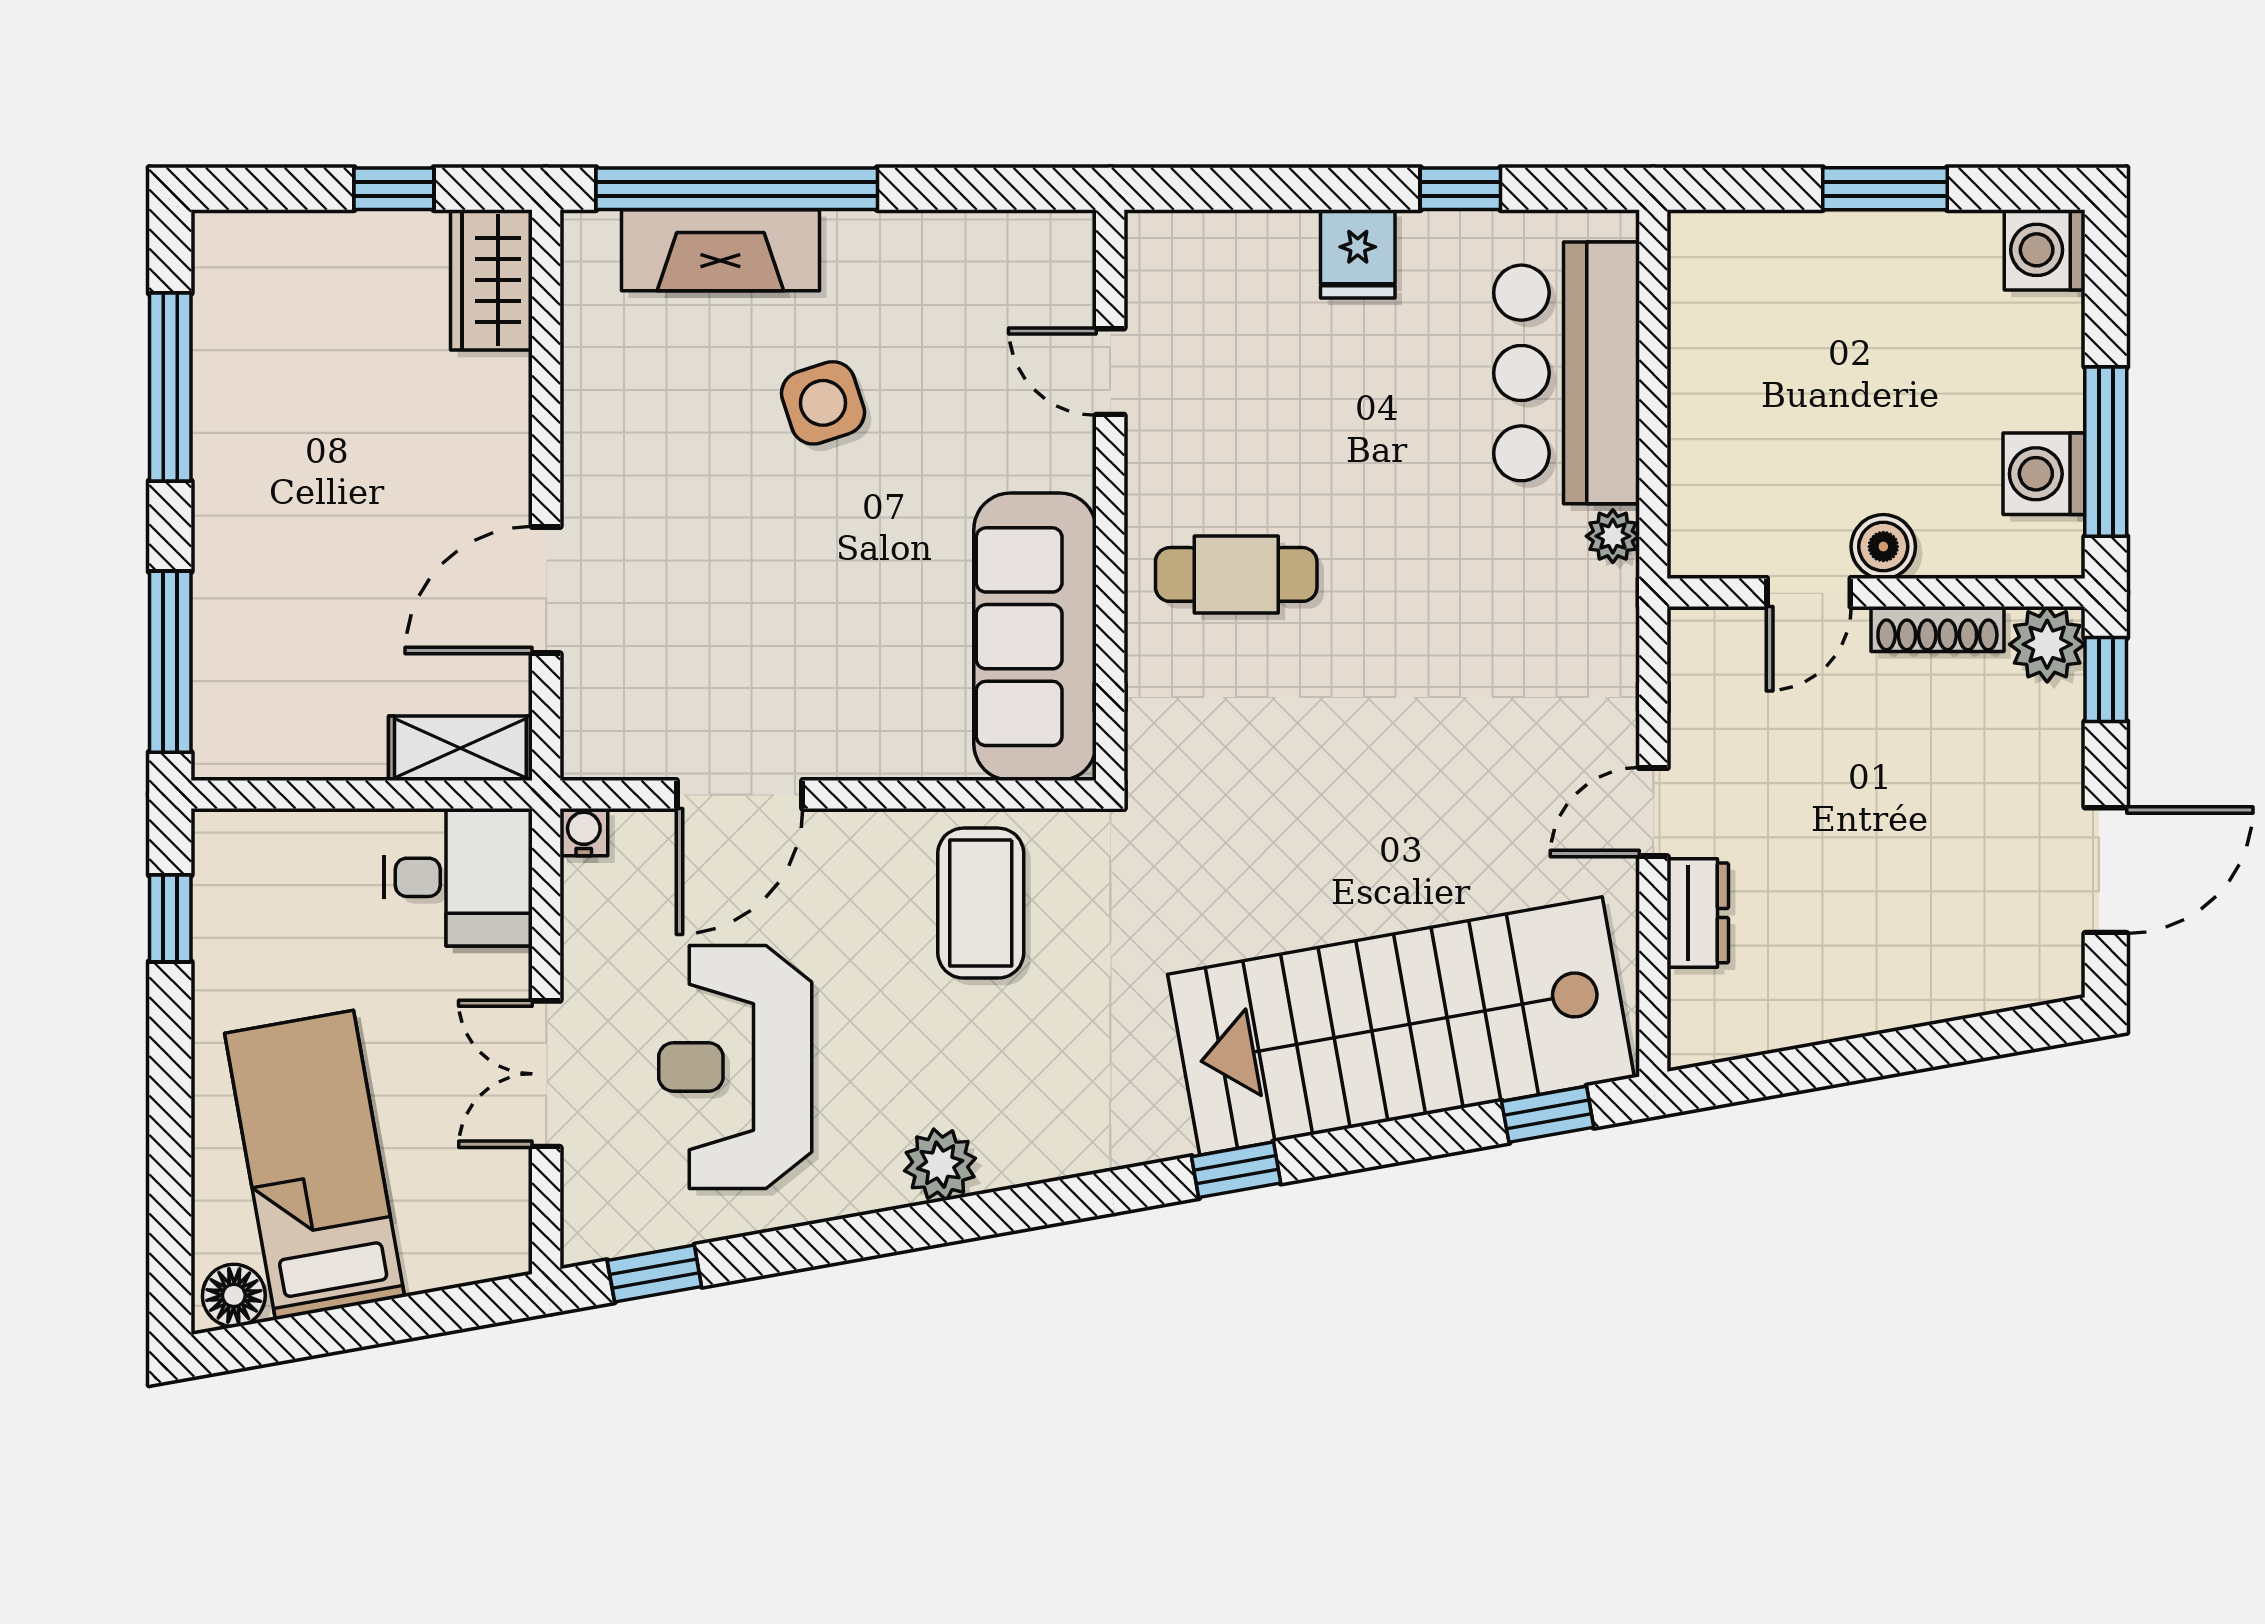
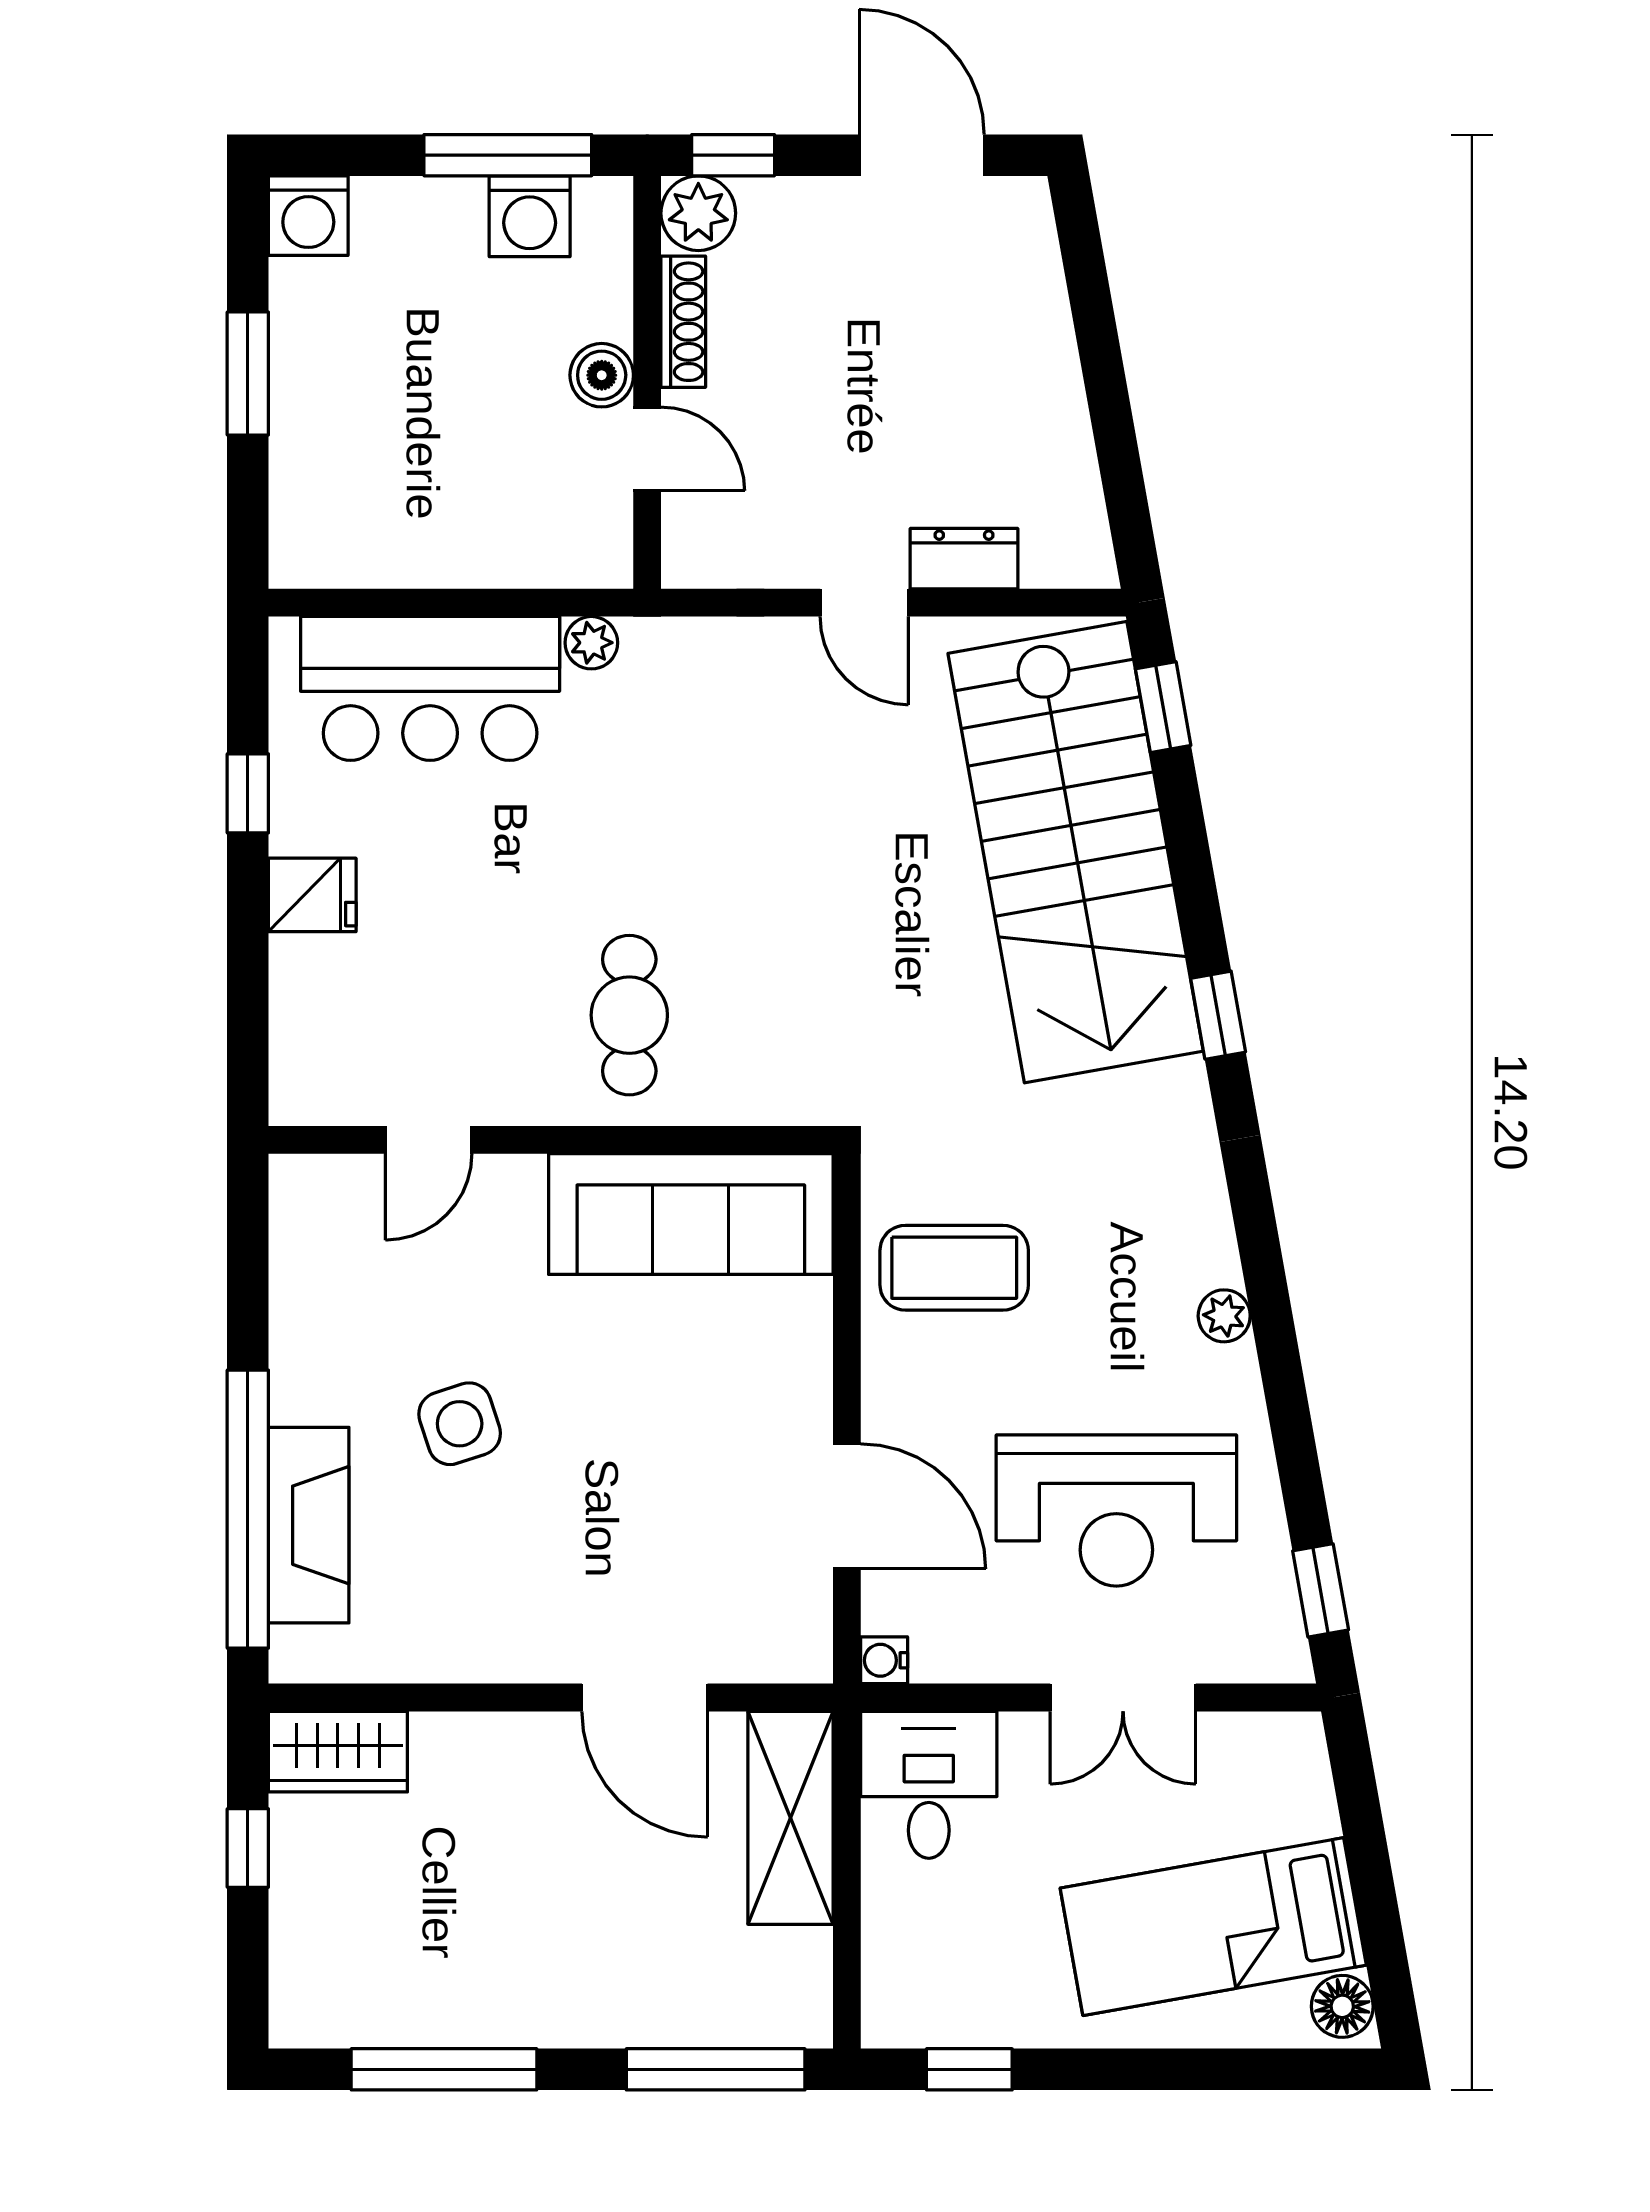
shelving: (460, 748) -> (790, 1818), width x1.50, depth x1.33
plant: (940, 1165) -> (1224, 1316), width x0.73, depth x0.73

